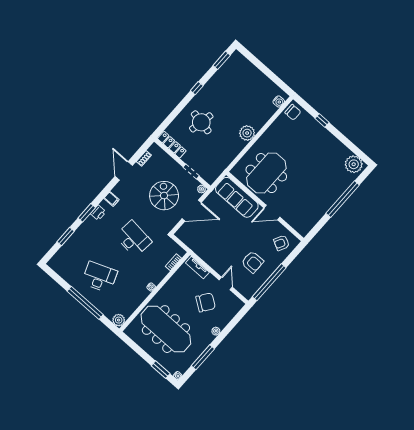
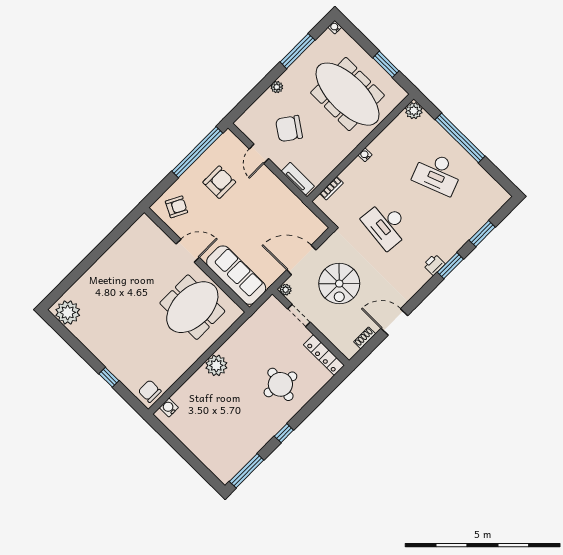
window: (222, 60) -> (247, 471), width x1.44
door: (124, 171) -> (394, 322), swing flipped
filing cabinet: (111, 199) -> (414, 283), removed
window: (343, 199) -> (86, 264), removed
armchair: (252, 262) -> (219, 182), turned 90
window: (161, 370) -> (386, 64), moved

